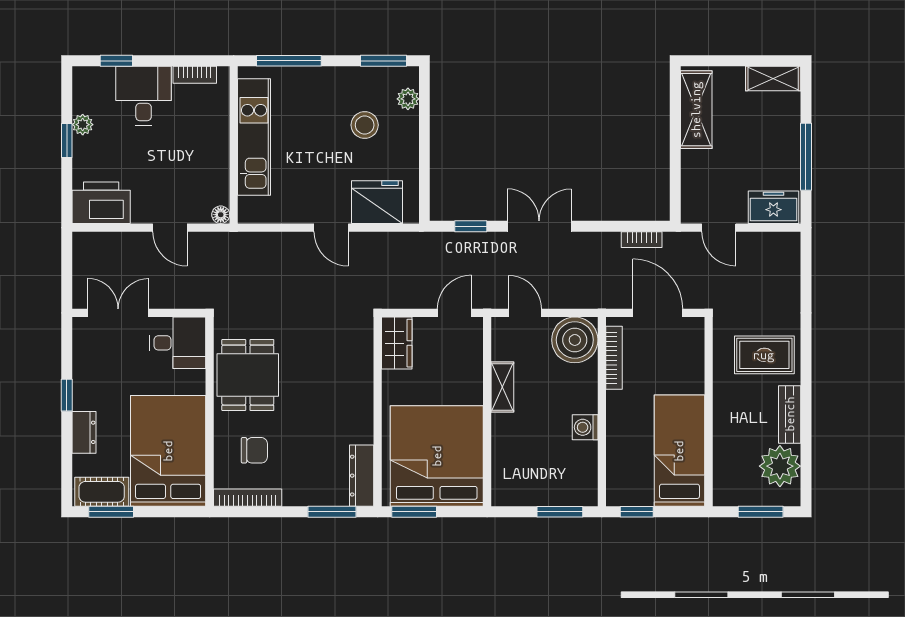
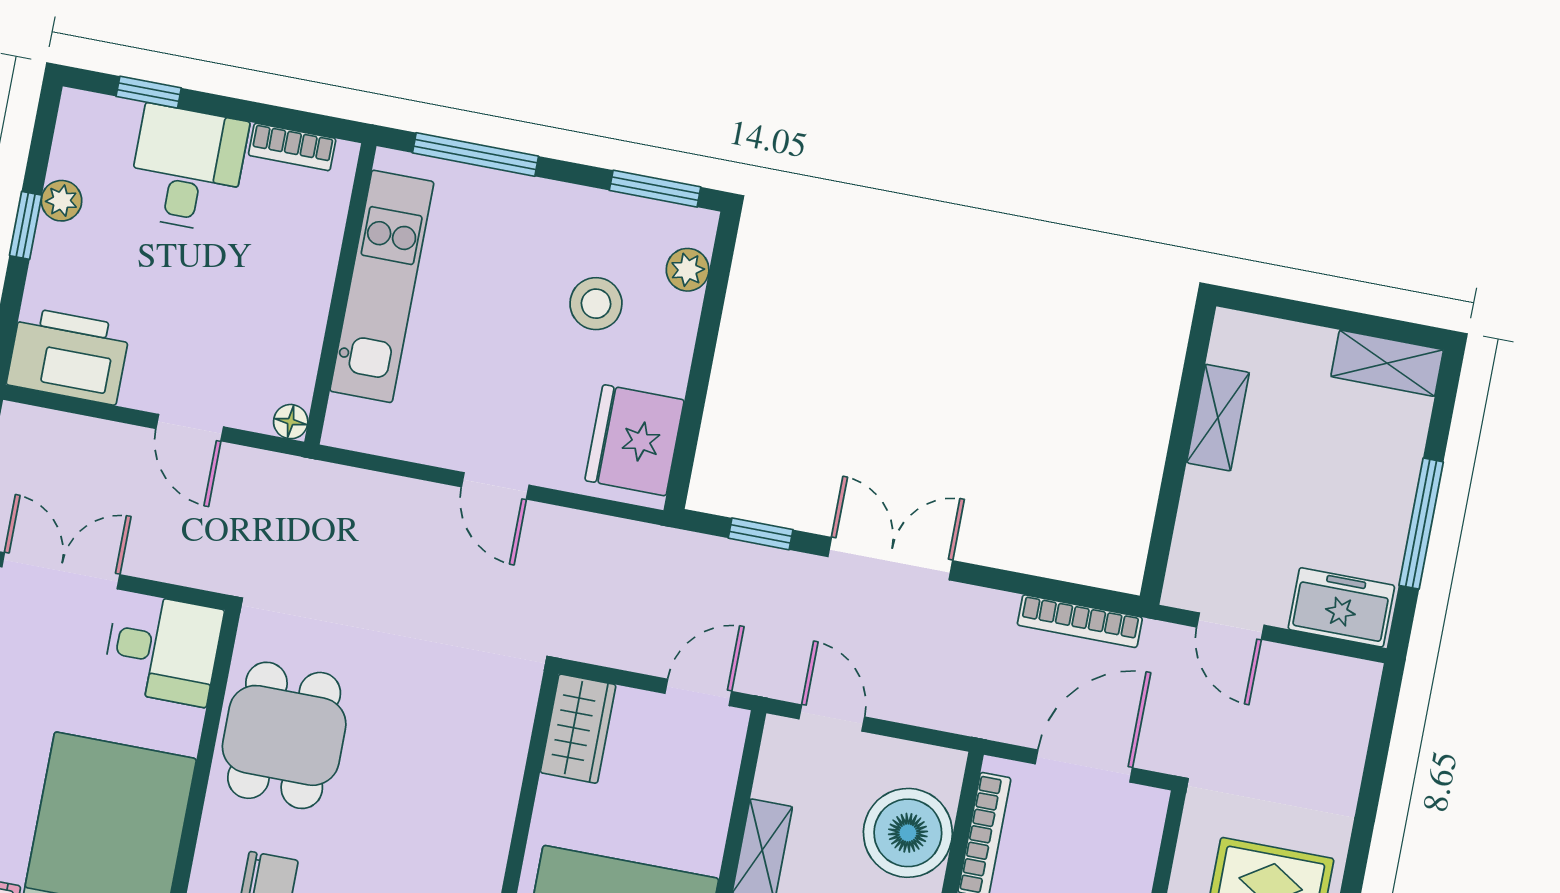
shelving: (696, 110) -> (1218, 418), width x0.67, depth x0.75
fridge: (377, 202) -> (635, 440), moved, turned -90
bookcase: (642, 240) -> (1080, 621), width x1.56
door: (658, 313) -> (1084, 766), hinge flipped
boiler: (575, 340) -> (908, 833), moved

